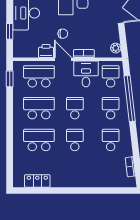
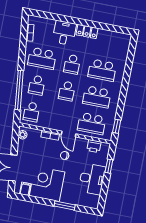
printer: (46, 51) -> (94, 146), moved
desk: (86, 74) -> (64, 33), moved, turned 180
school desk: (111, 140) -> (42, 58), width x1.85
locker: (37, 181) -> (87, 31), moved

